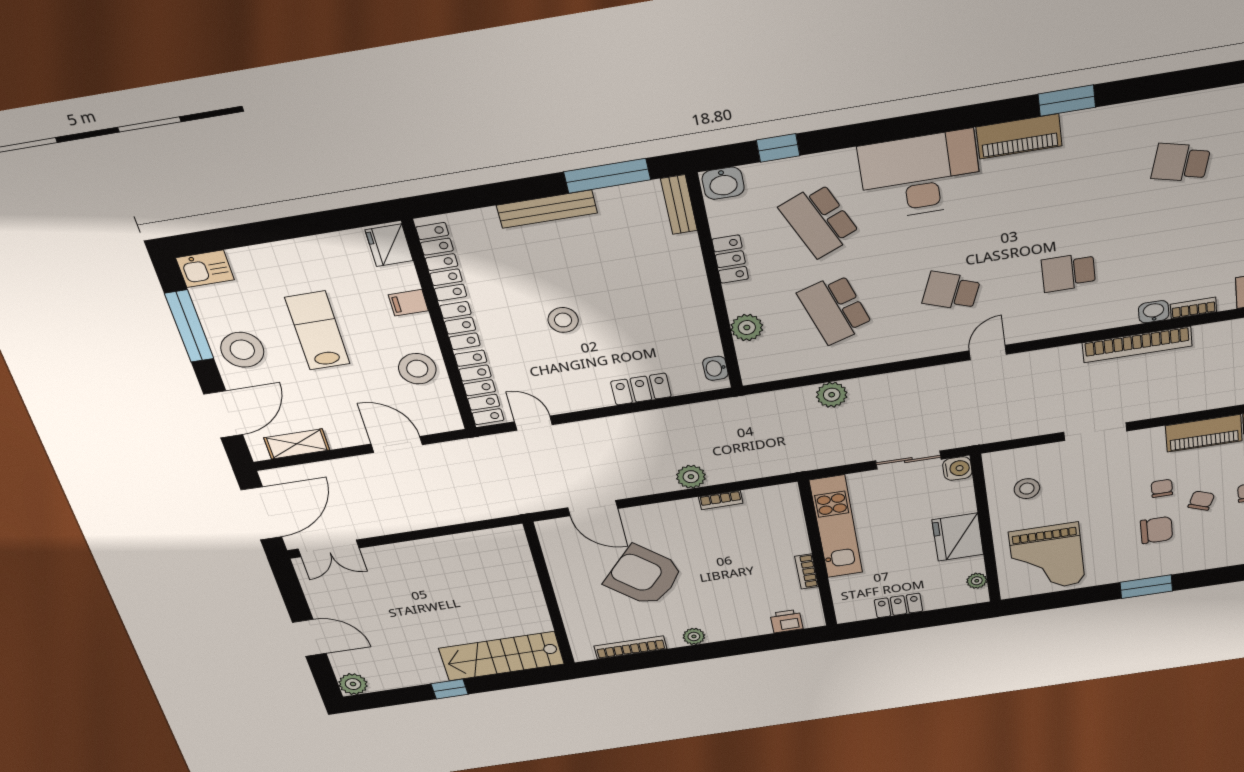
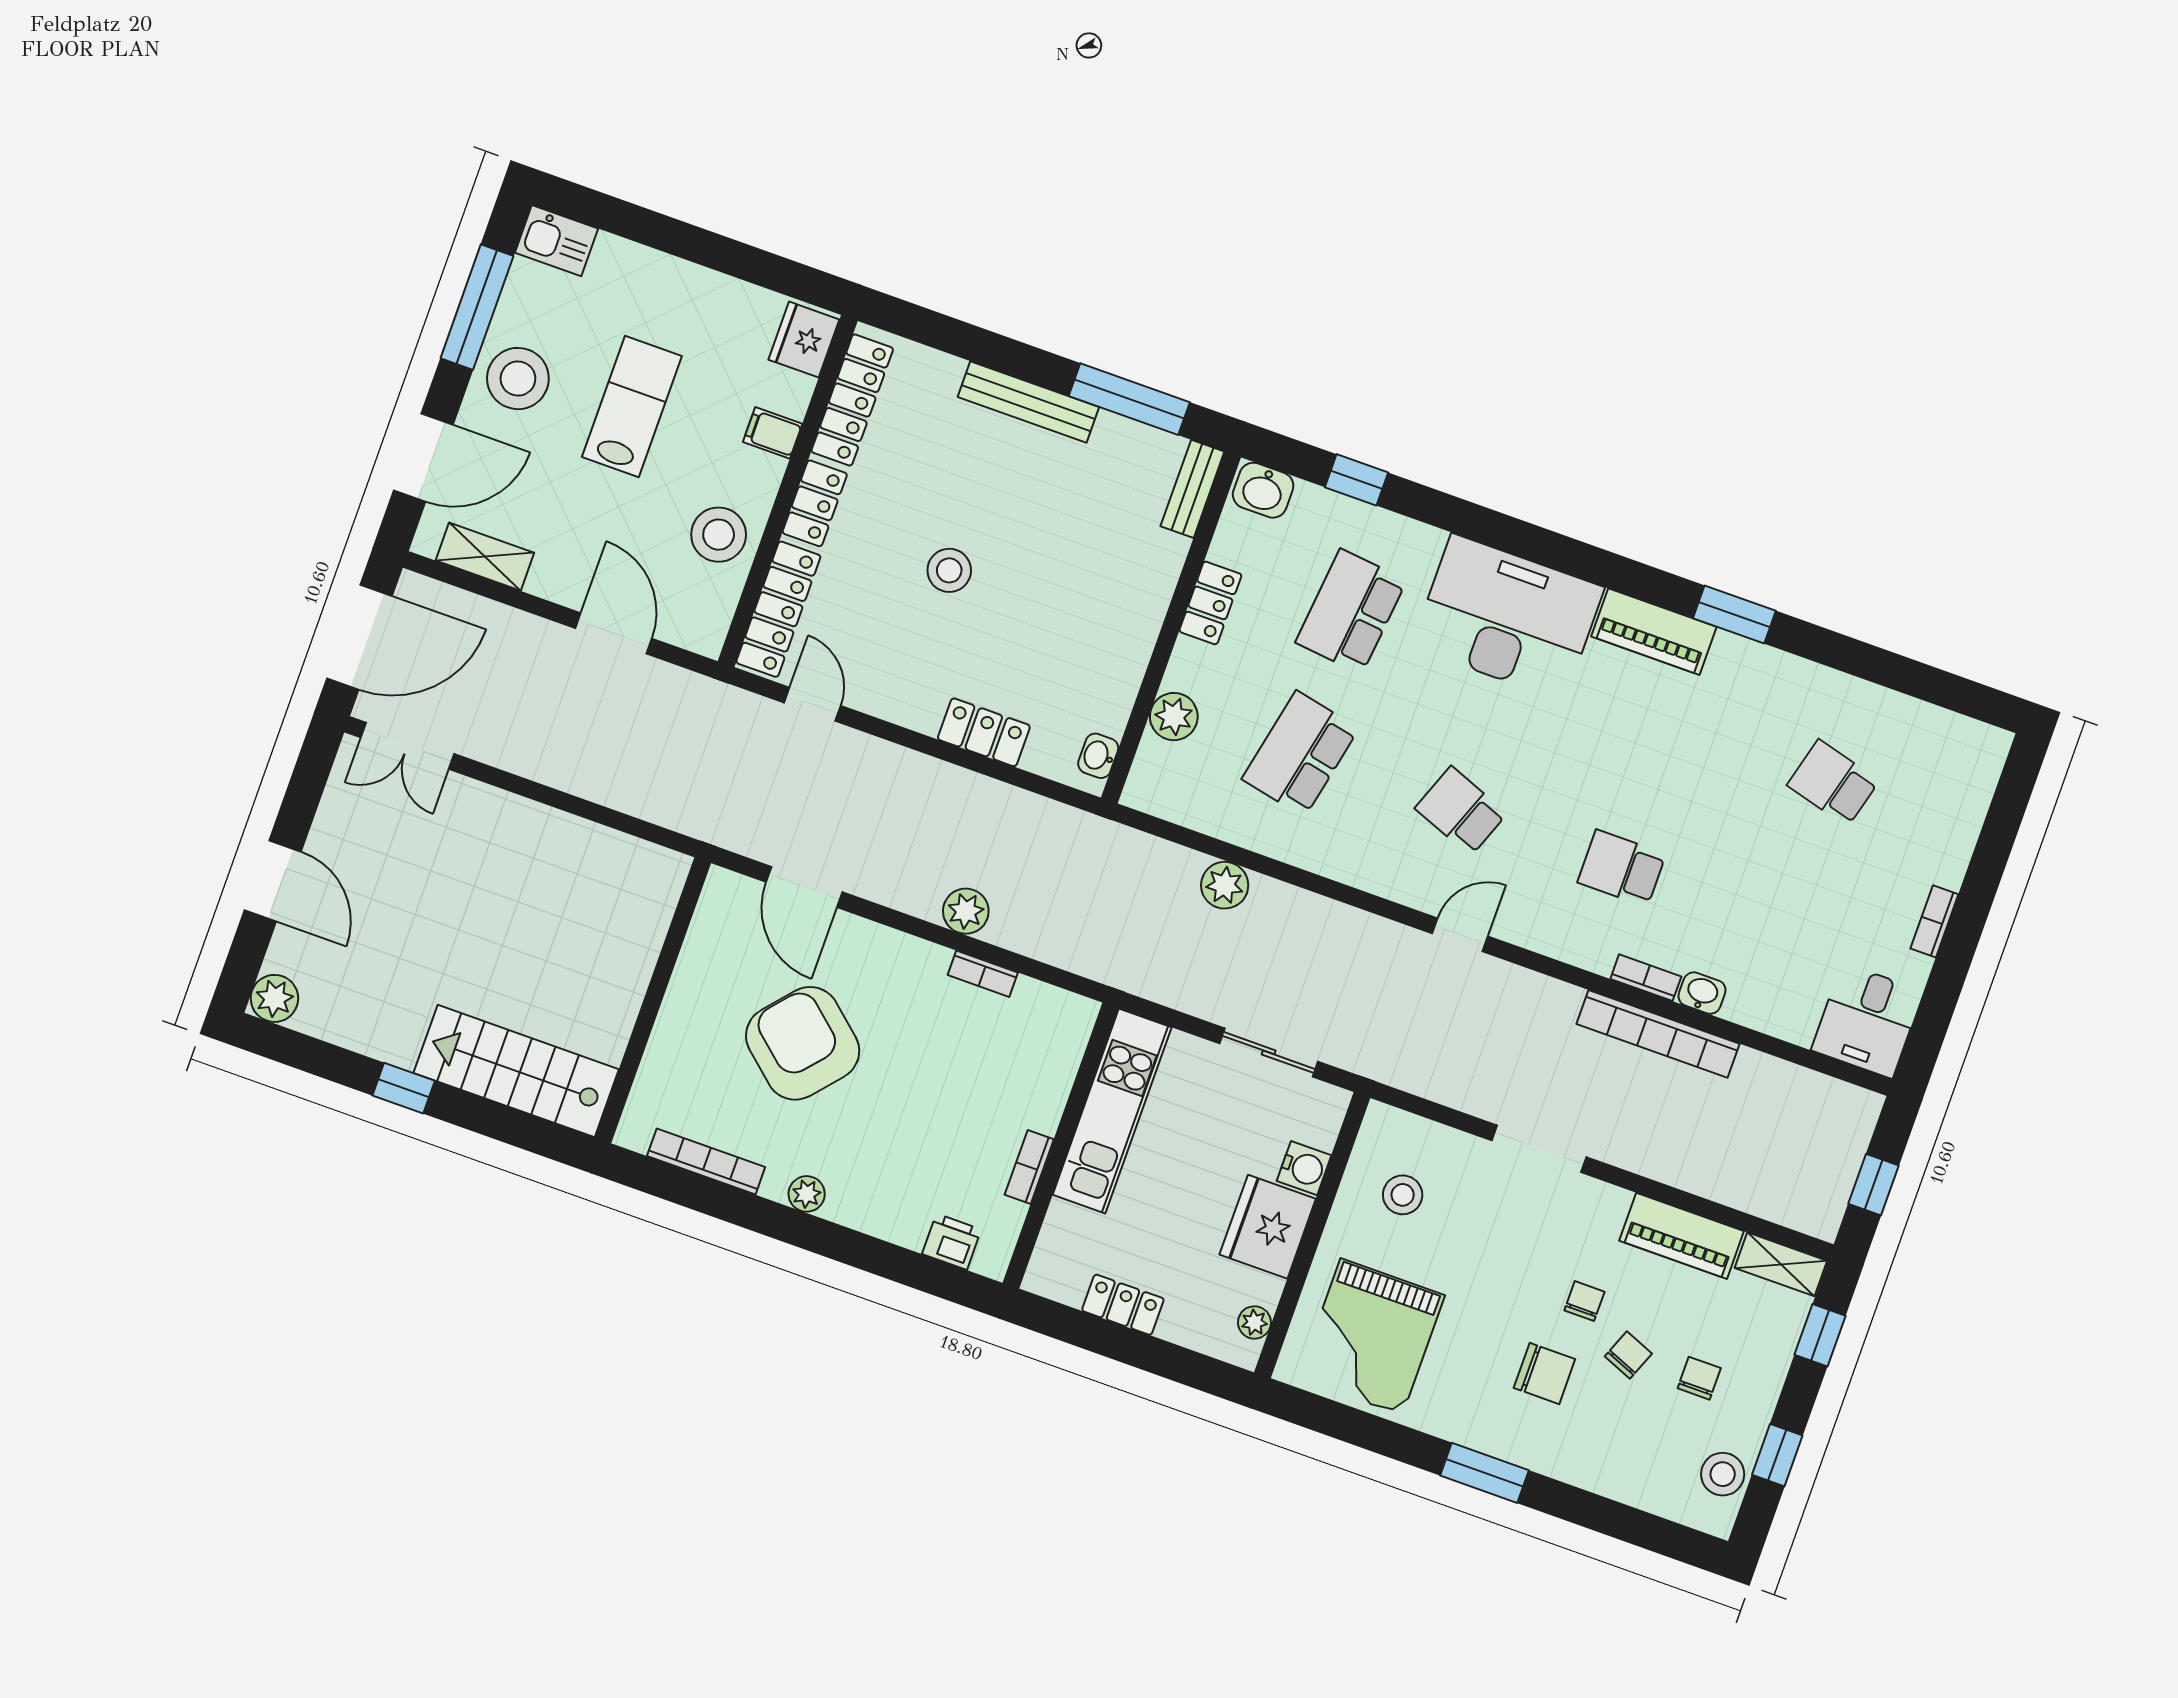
school desk: (819, 221) -> (1351, 611), turned 30
bookcase: (1193, 308) -> (1646, 978), moved
school desk: (835, 309) -> (1300, 754), turned 30
water cooler: (957, 468) -> (1304, 1168), moved

